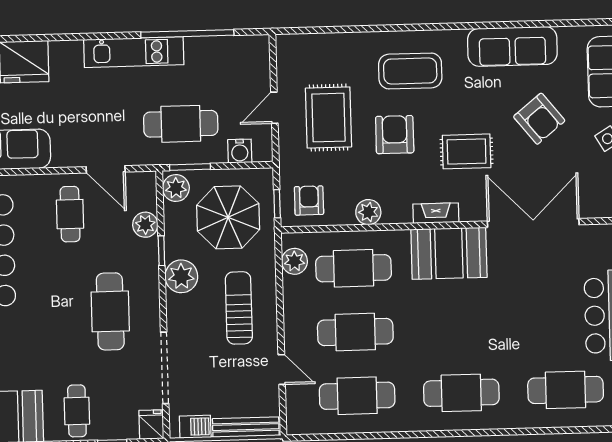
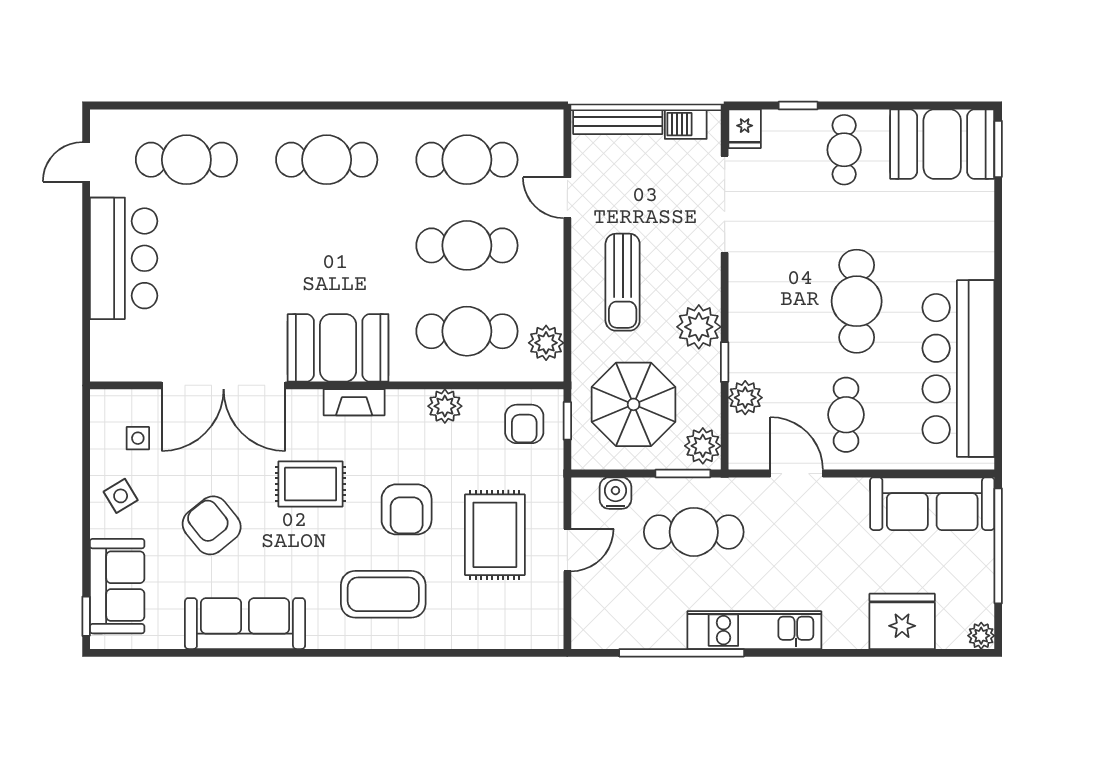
side table: (596, 182) -> (138, 438), added
cafe table: (110, 311) -> (857, 301), moved

